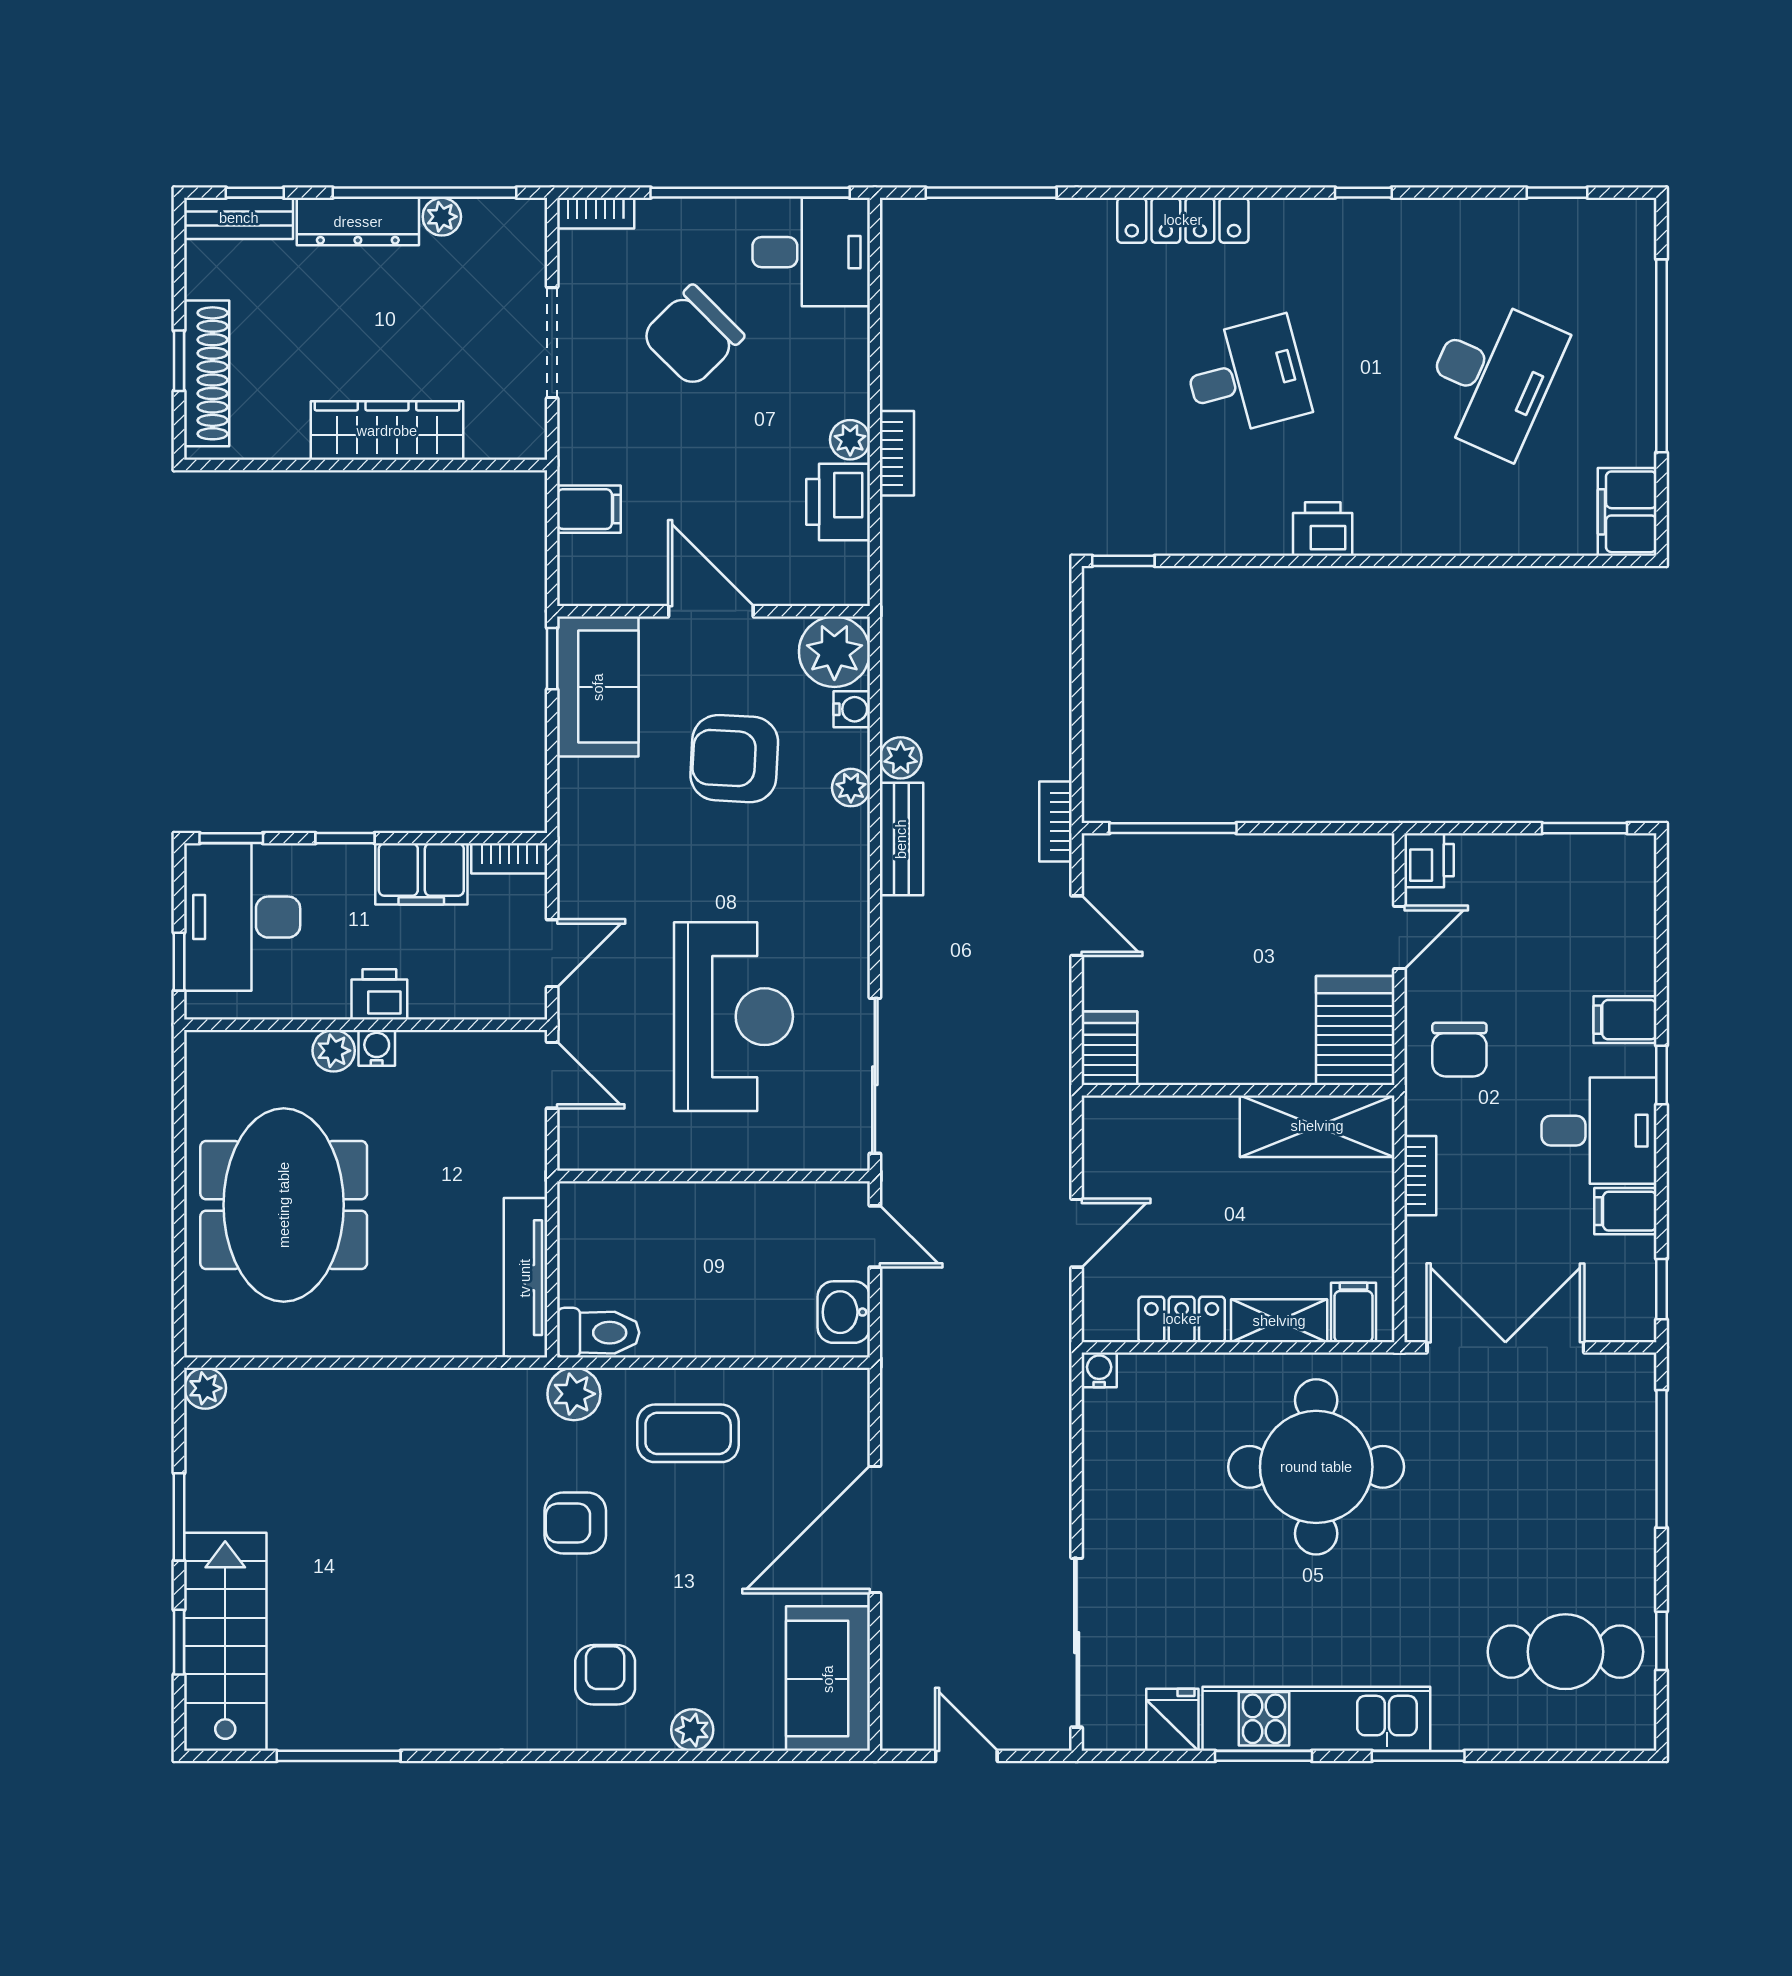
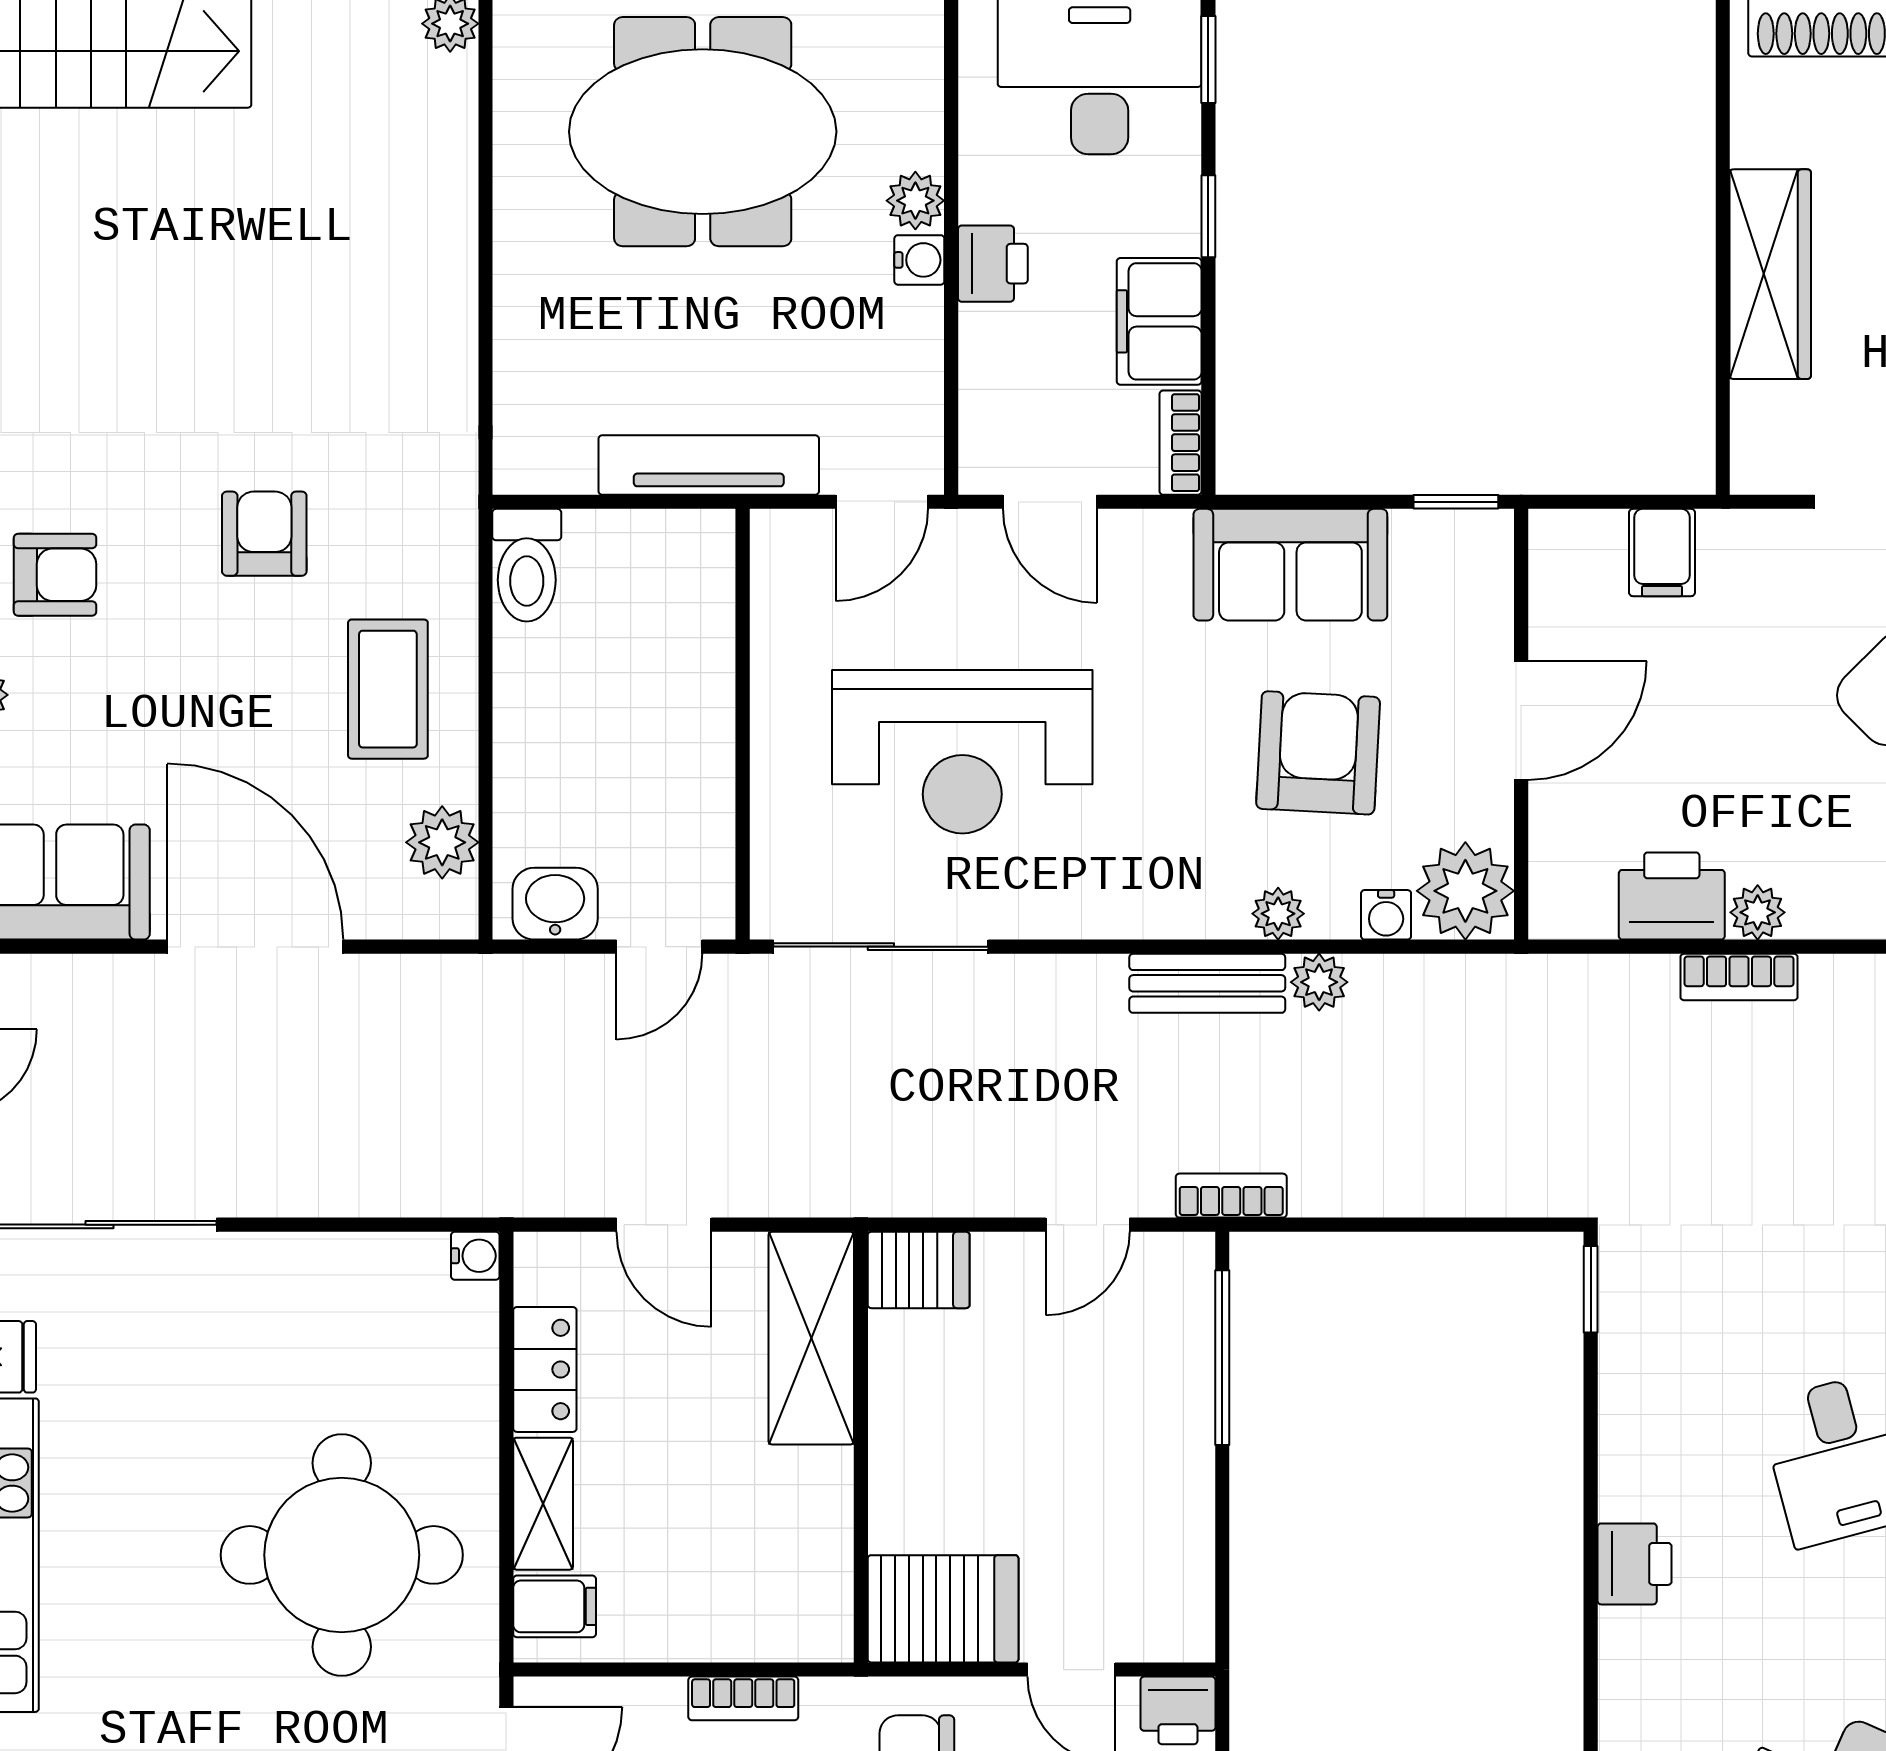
sofa: (598, 687) -> (1290, 565), moved
shelving: (1317, 1126) -> (811, 1338), moved
tv unit: (525, 1278) -> (709, 465), moved
plant: (574, 1394) -> (442, 842), moved

